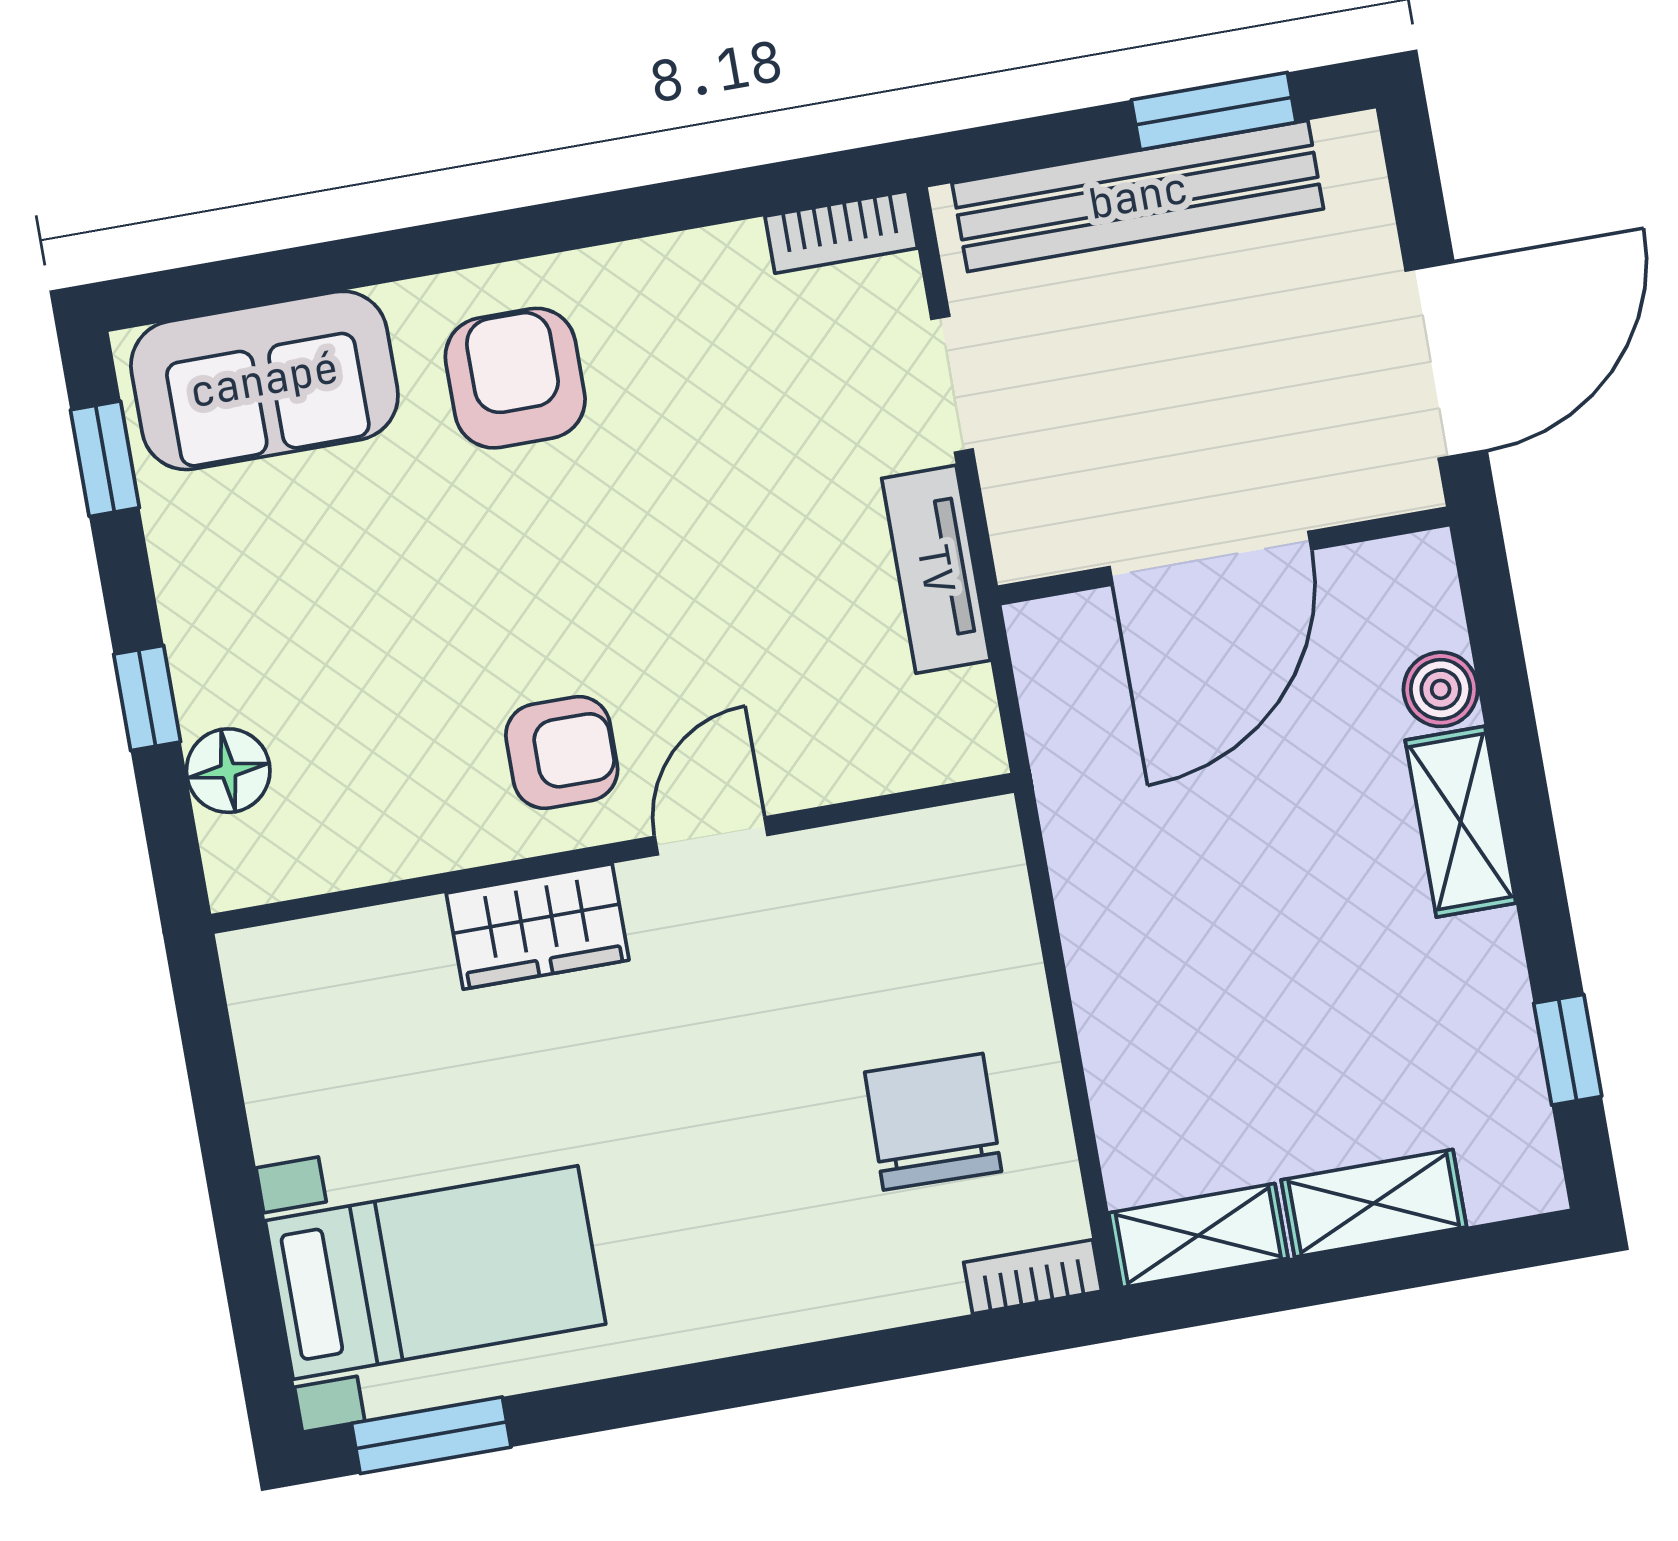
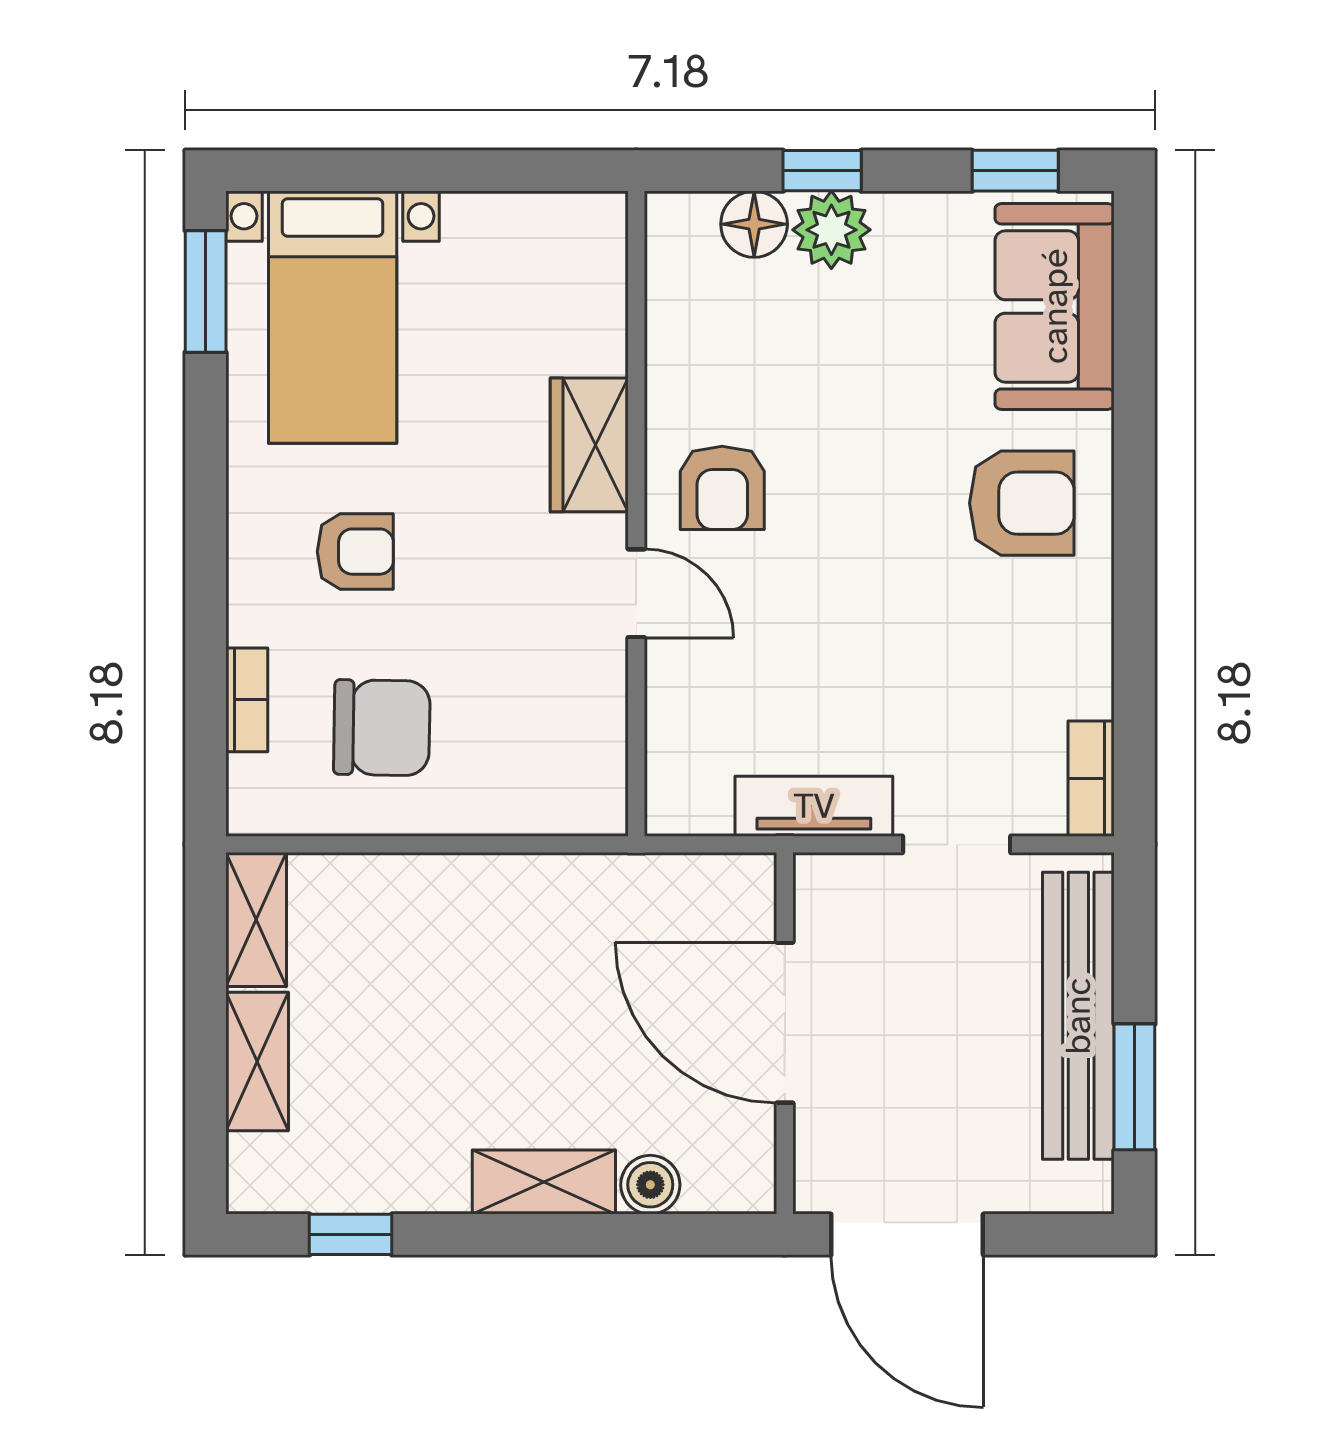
plant: (218, 674) -> (831, 230), added
armchair: (721, 1193) -> (355, 552), added
bookcase: (1033, 1277) -> (247, 700), moved

